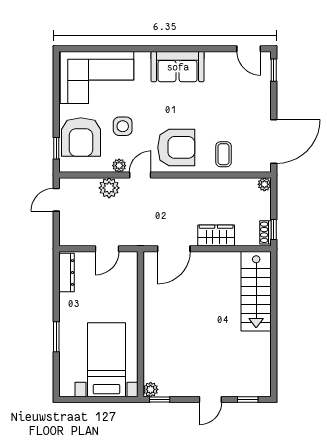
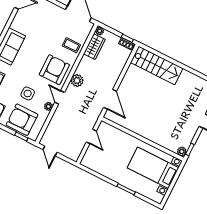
armchair: (81, 137) -> (22, 120), turned 180
plant: (109, 188) -> (77, 80), moved
wardrobe: (216, 235) -> (94, 47), moved, turned 180
dresser: (67, 273) -> (93, 166), removed

